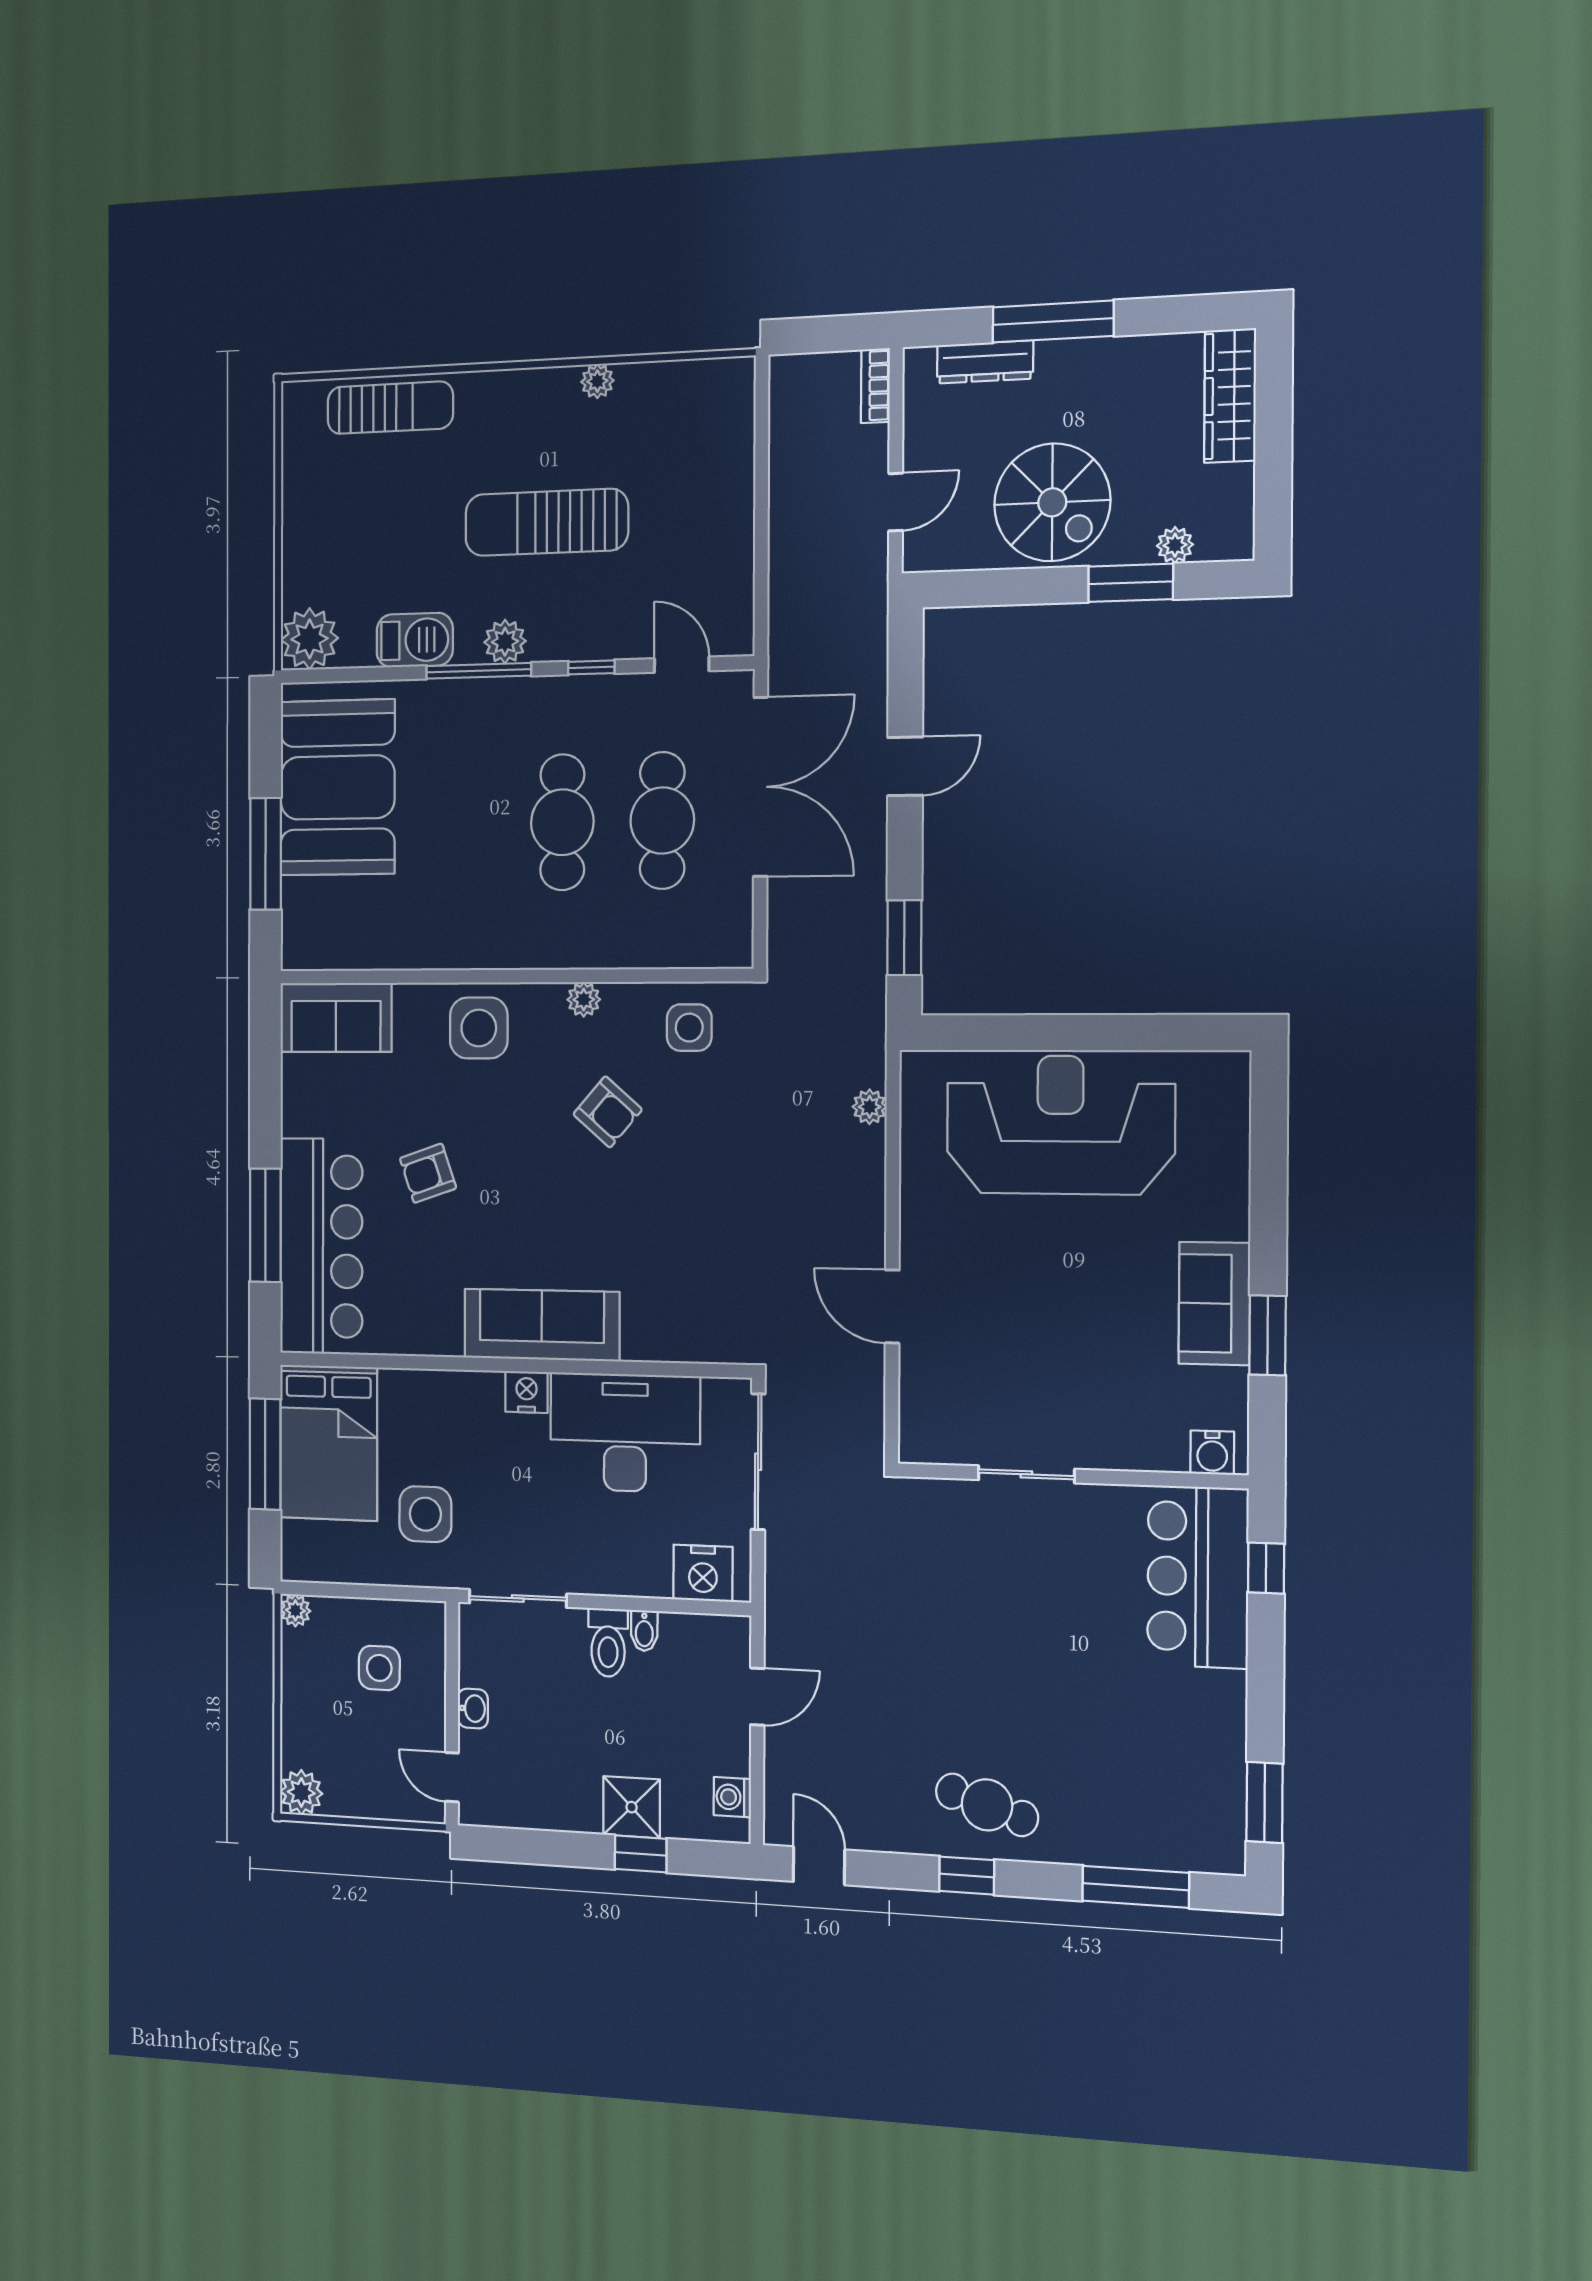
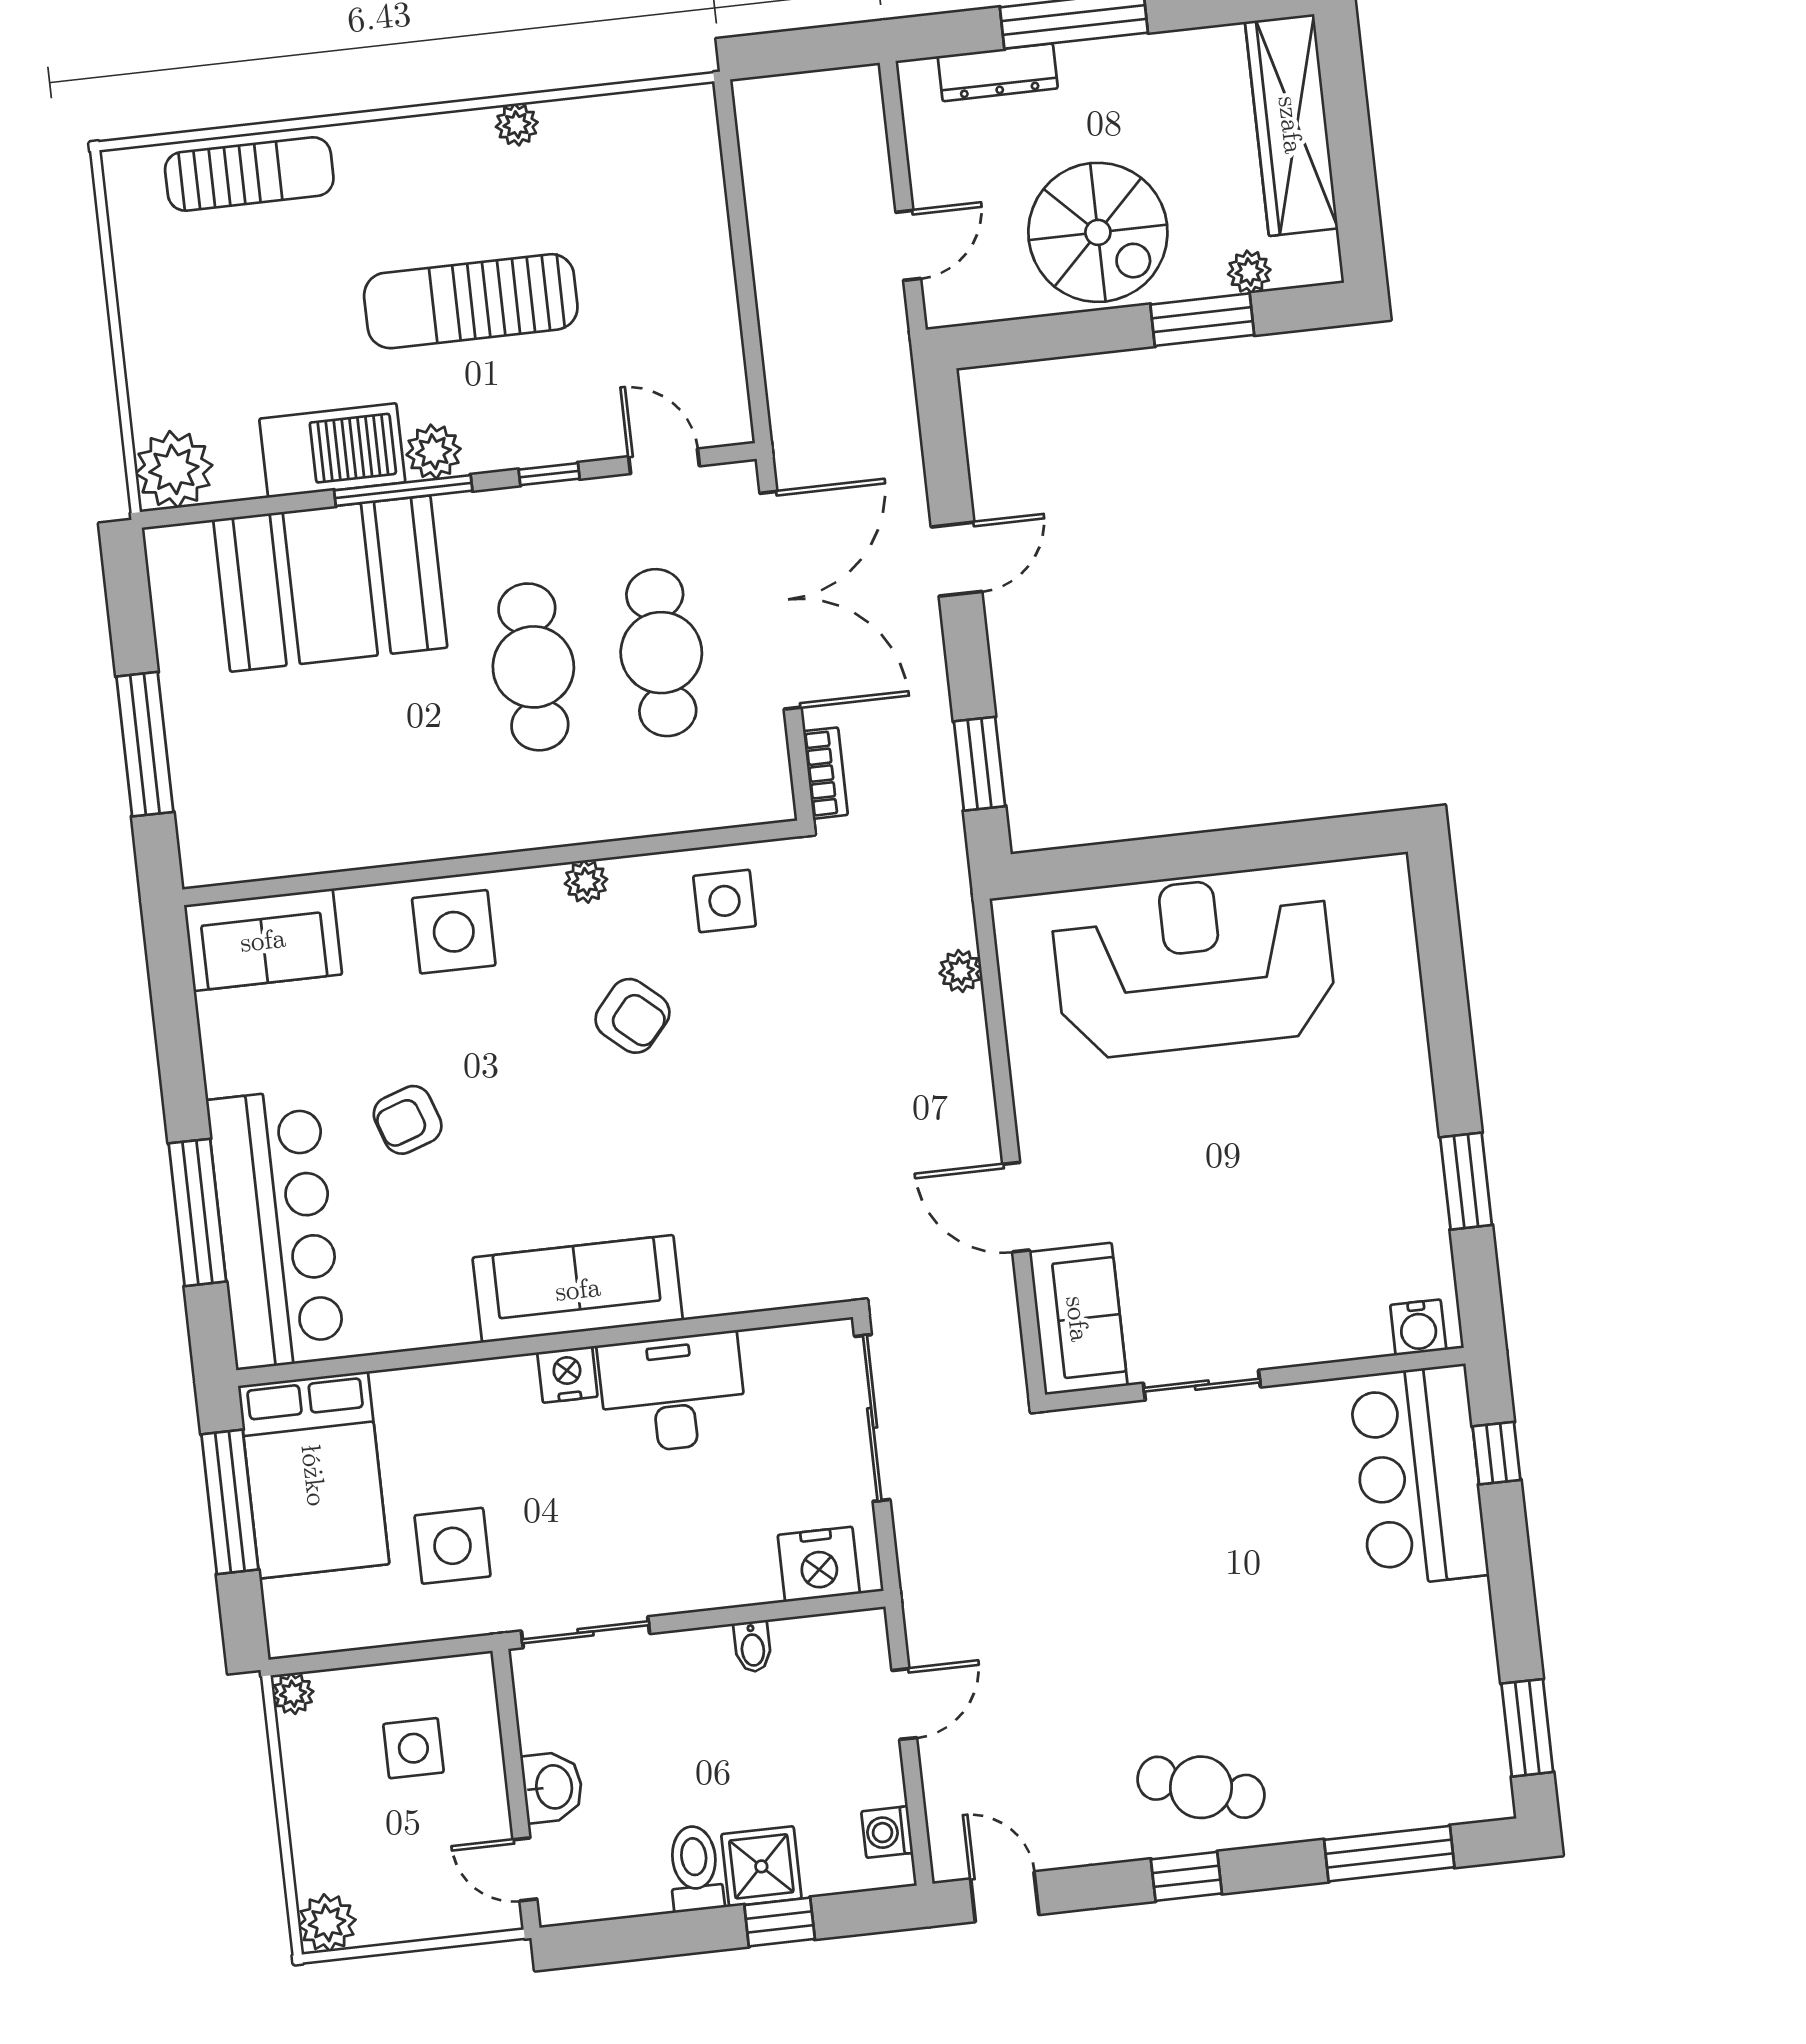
bookcase: (875, 386) -> (825, 773), moved, turned 180
wardrobe: (1230, 396) -> (1291, 125), width x1.40, depth x1.17
barbecue: (415, 640) -> (332, 450), width x1.37, depth x1.21
booth: (338, 787) -> (330, 584), moved, turned 90
sofa: (1214, 1303) -> (1078, 1319), moved, turned 180
desk: (625, 1433) -> (673, 1393), width x0.73, depth x0.77
toilet: (608, 1643) -> (695, 1868), moved, turned 180
washbasin: (473, 1708) -> (552, 1787), width x1.38, depth x1.45

